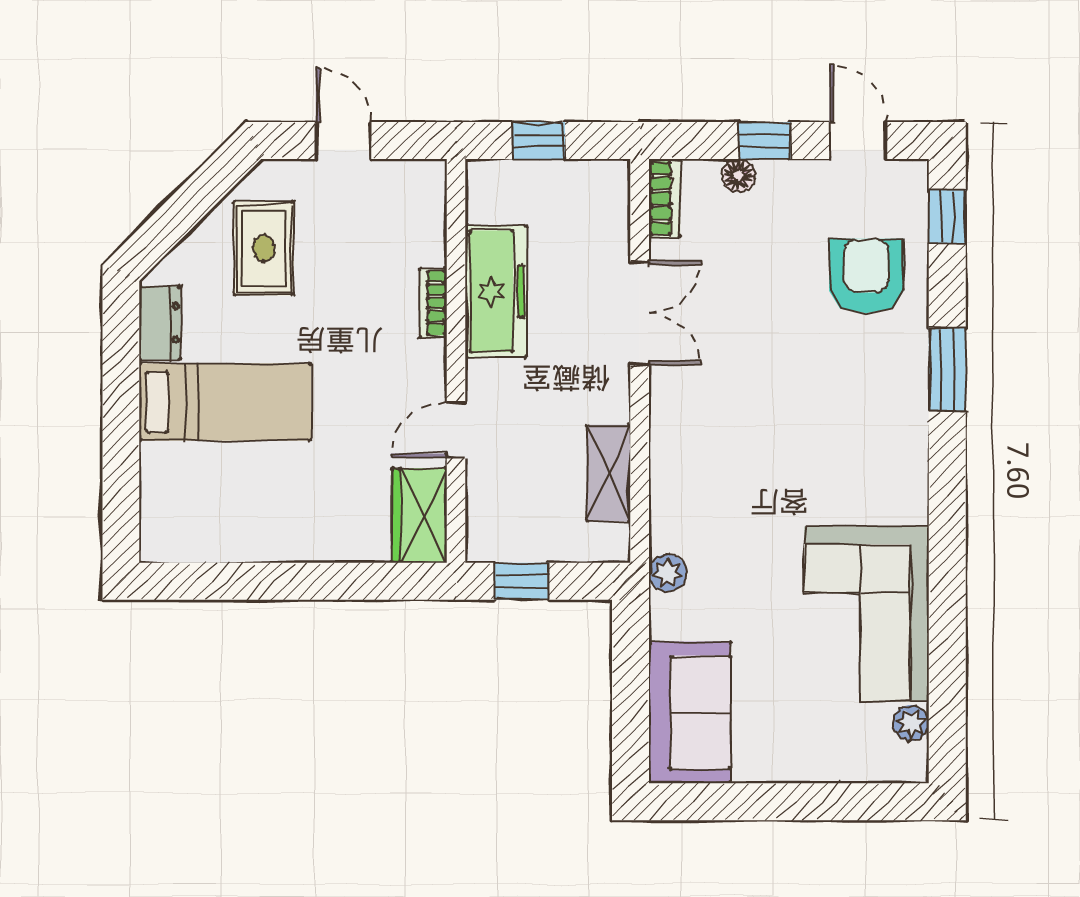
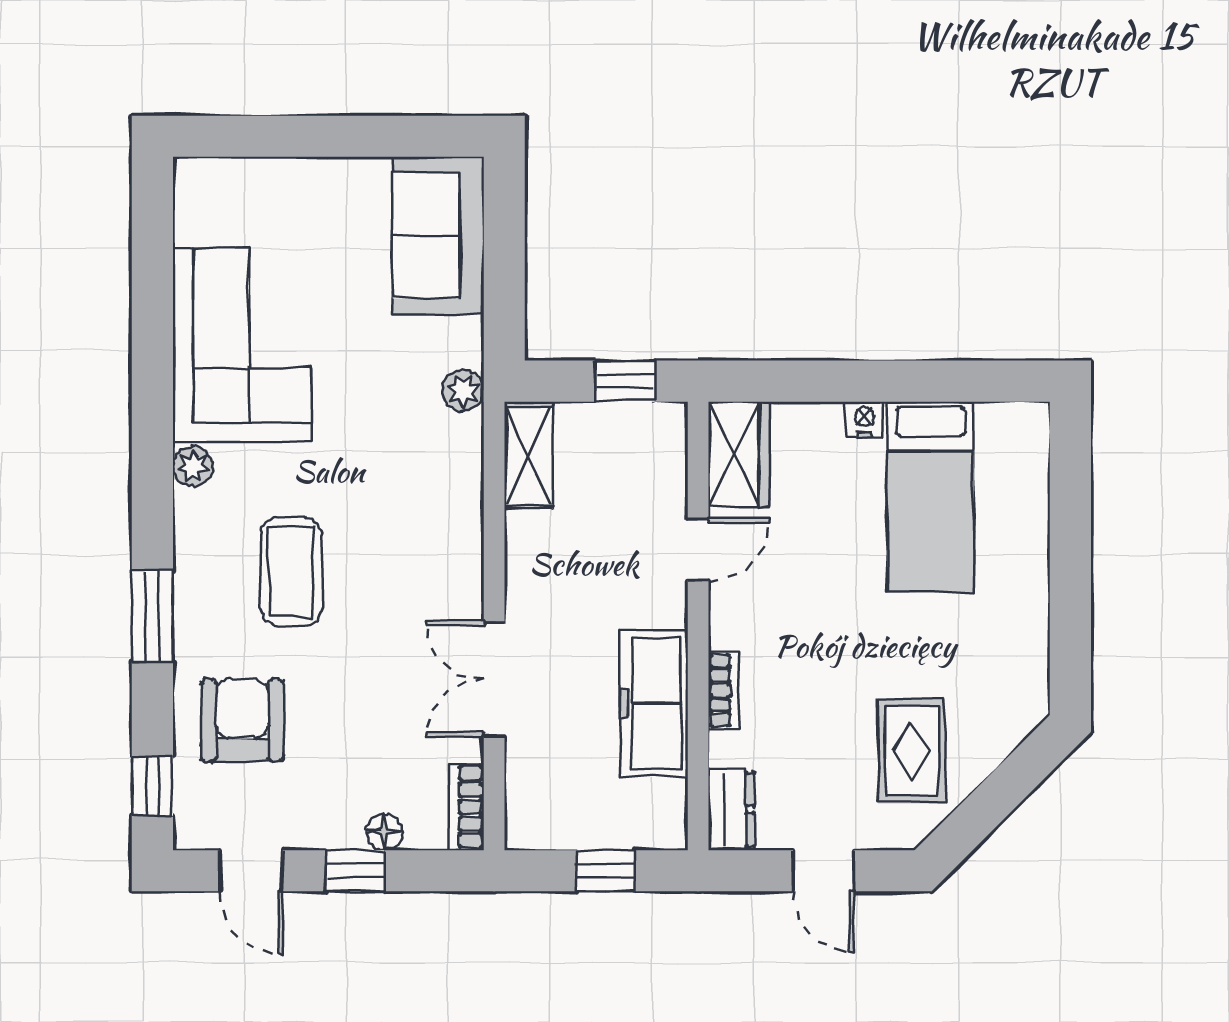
armchair: (866, 276) -> (242, 720), turned 180
dresser: (160, 323) -> (731, 809), moved, turned 180
bed: (225, 402) -> (930, 497), moved, turned -90
coffee table: (822, 410) -> (291, 571), added
shelving: (609, 473) -> (528, 455), moved
nightstand: (306, 547) -> (864, 420), added
plant: (911, 723) -> (193, 466), moved

